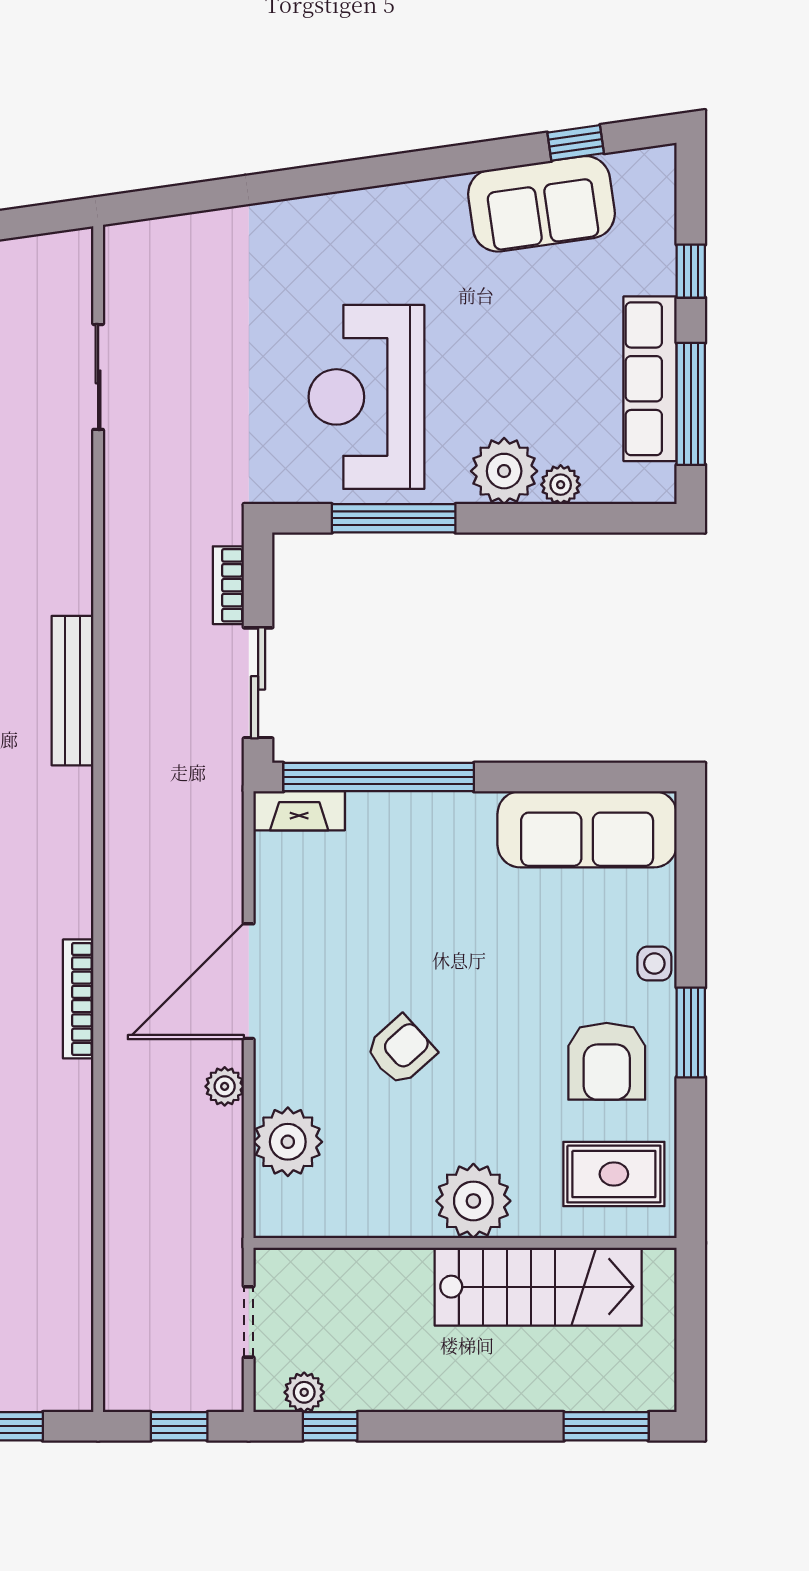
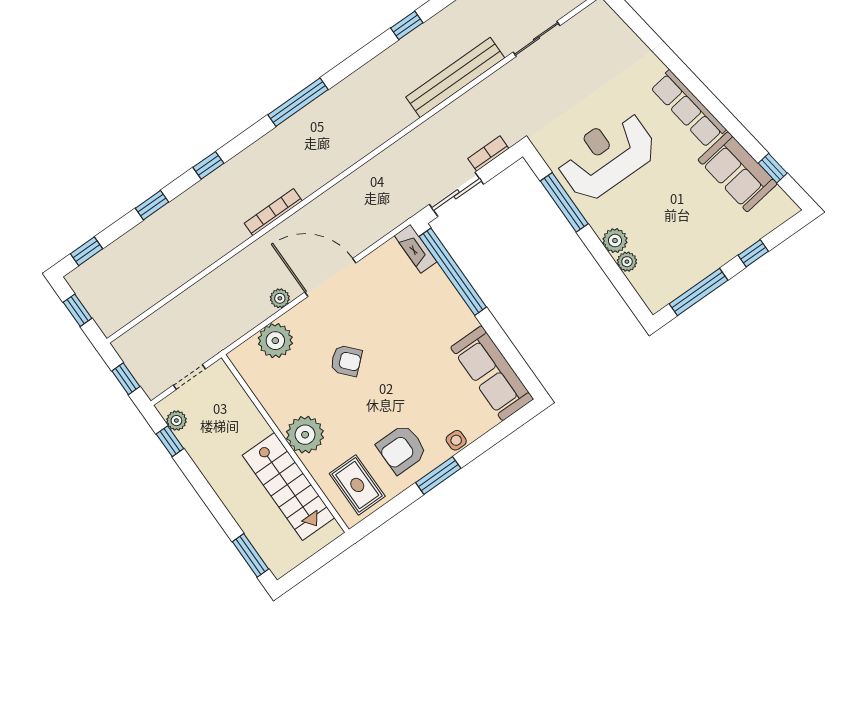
row of seats: (650, 379) -> (688, 109), moved, turned -98
plant: (504, 471) -> (615, 241), width x0.73, depth x0.73
bench: (72, 691) -> (455, 77), moved, width x1.37, depth x1.21

